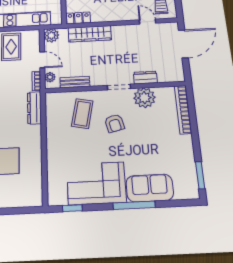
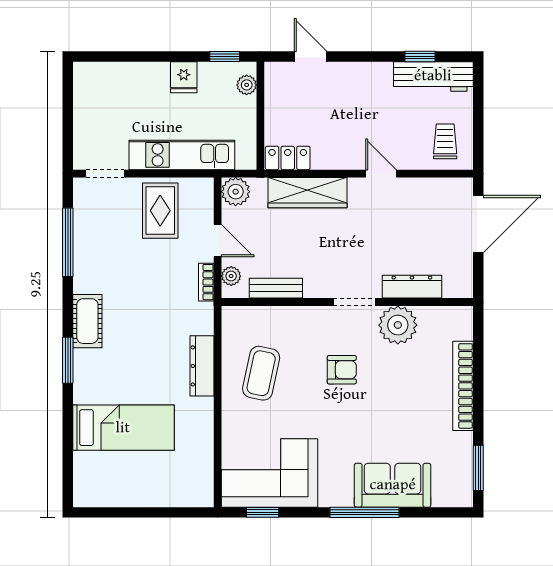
door: (148, 22) -> (381, 174), moved
dresser: (145, 78) -> (412, 287), width x1.44
dresser: (34, 108) -> (202, 366), moved
bookcase: (183, 109) -> (463, 386), moved
coffee table: (82, 114) -> (261, 373), moved
armchair: (114, 123) -> (342, 370), turned -76
corner sofa: (96, 183) -> (269, 473), moved

